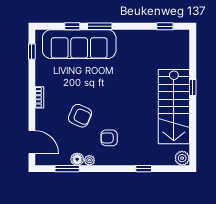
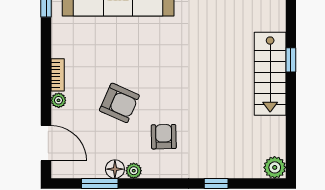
stairs: (174, 107) -> (270, 74), width x0.73, depth x0.66
plant: (40, 114) -> (59, 100), added
armchair: (109, 138) -> (164, 137), turned 89

